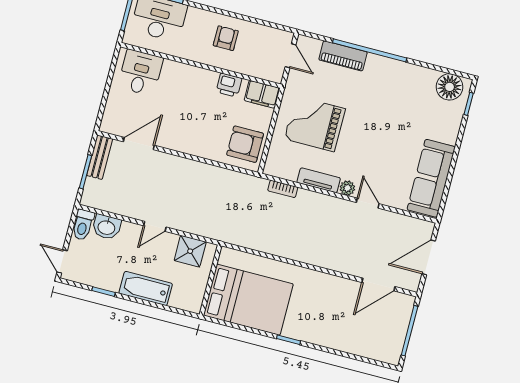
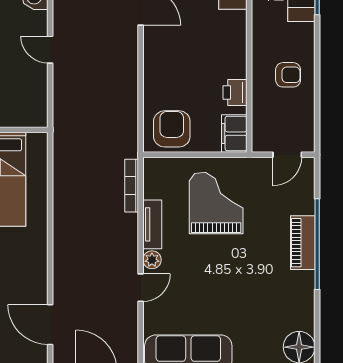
piano: (343, 56) -> (303, 243), moved
bookcase: (283, 189) -> (132, 186), width x1.56
shower: (190, 251) -> (32, 98), removed

